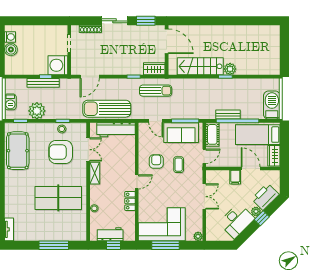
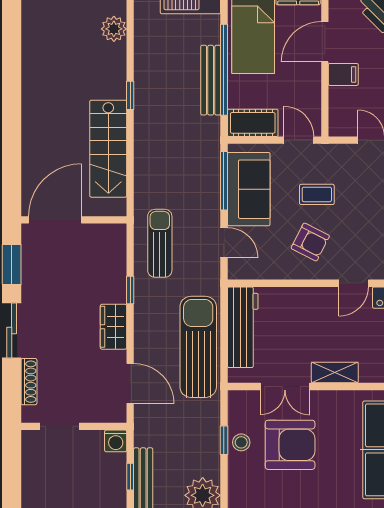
washing machine: (58, 65) -> (116, 441), width x0.53, depth x0.53
wardrobe: (154, 69) -> (114, 327), moved
plant: (230, 69) -> (114, 29), moved
sun lounger: (107, 109) -> (198, 347), turned 180
bench: (228, 115) -> (211, 80), width x1.36
door: (156, 121) -> (224, 243), hinge flipped
double door: (88, 150) -> (285, 387), swing flipped
armchair: (61, 152) -> (290, 445), turned -90
armchair: (156, 162) -> (310, 242), turned -153
door: (137, 182) -> (354, 283), swing flipped

